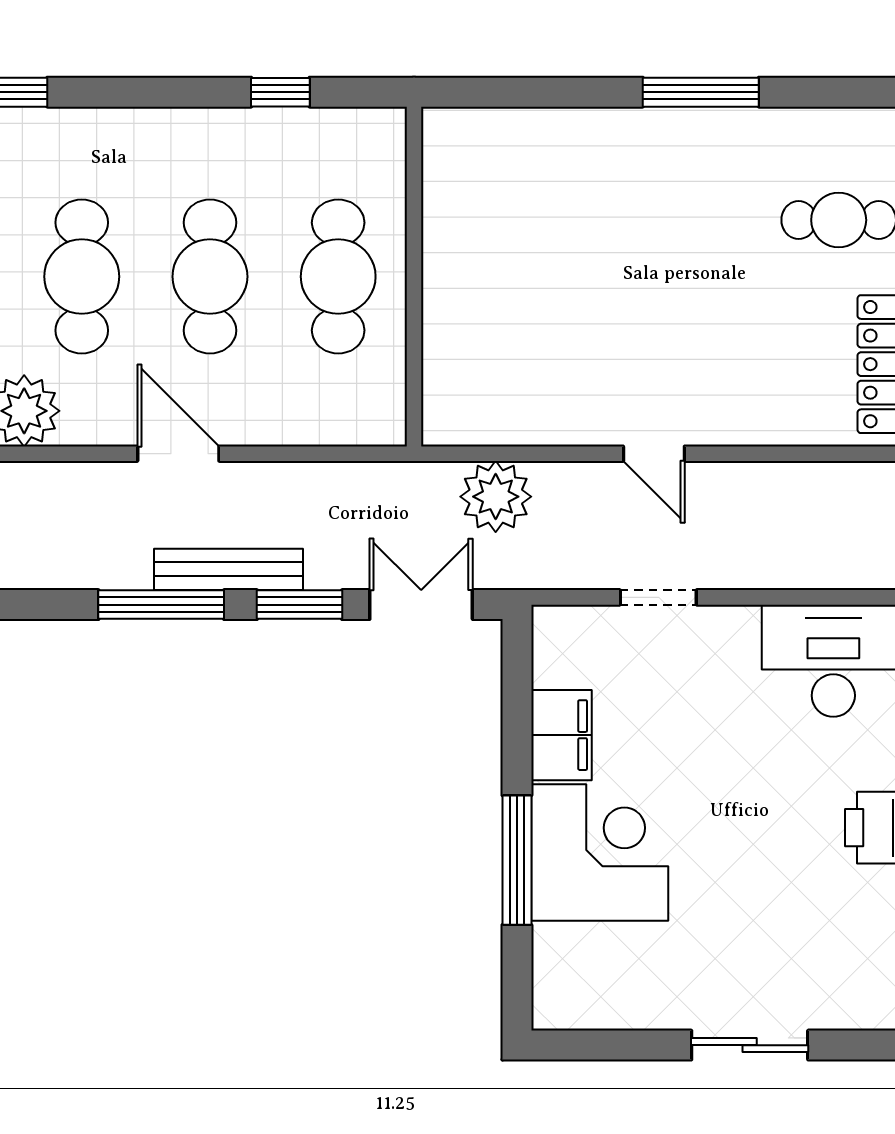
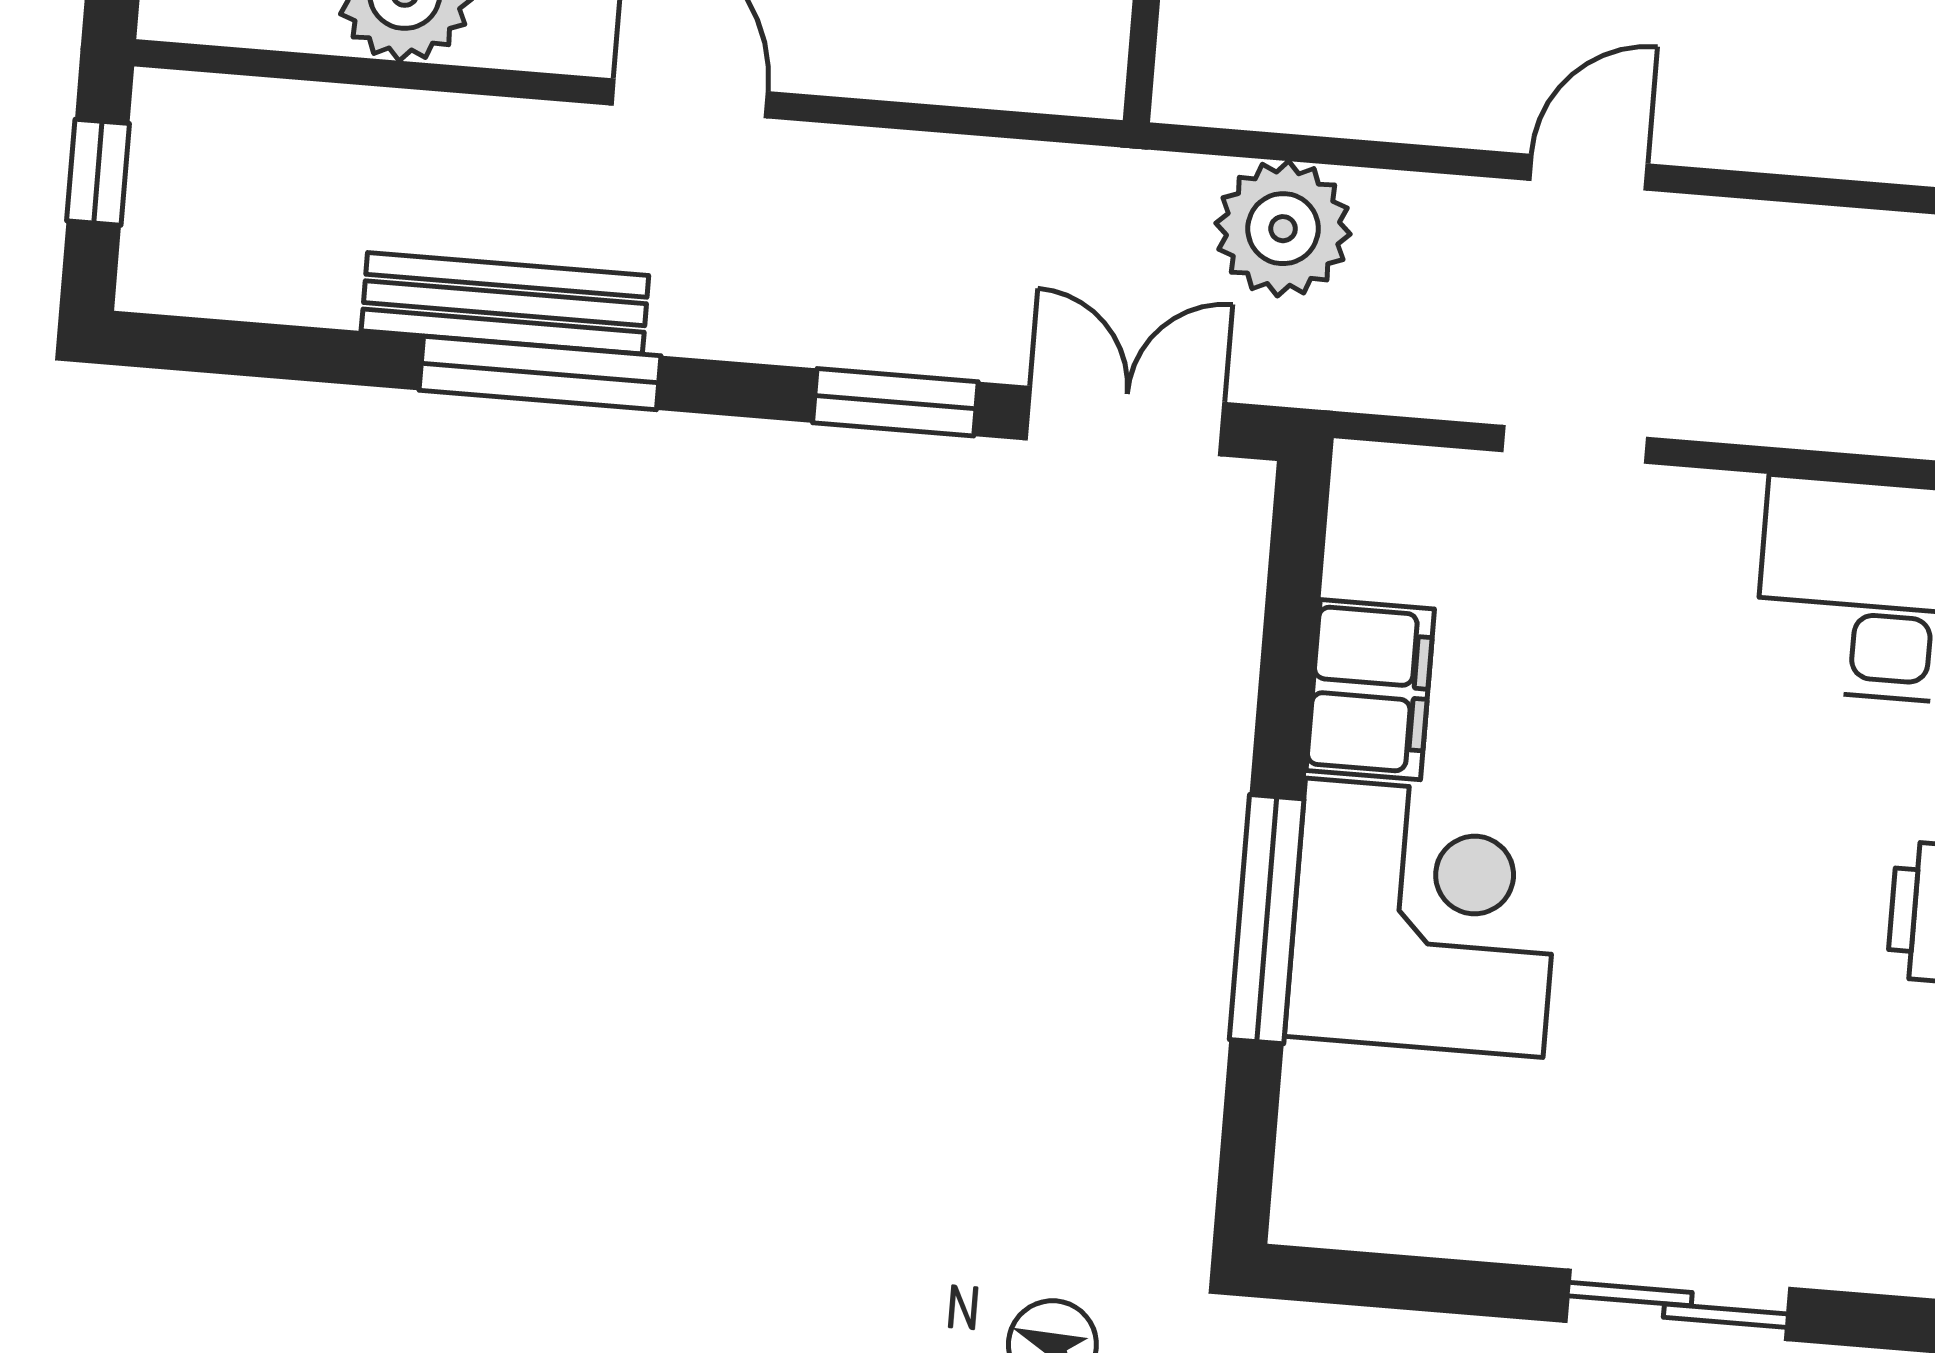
door: (654, 454) -> (1589, 172), swing flipped
bench: (228, 569) -> (505, 303), moved
window: (161, 605) -> (540, 373), moved

